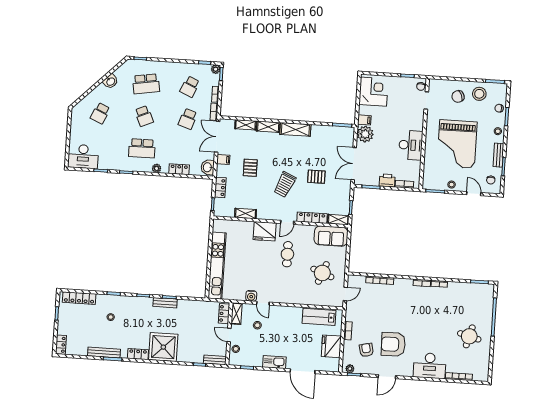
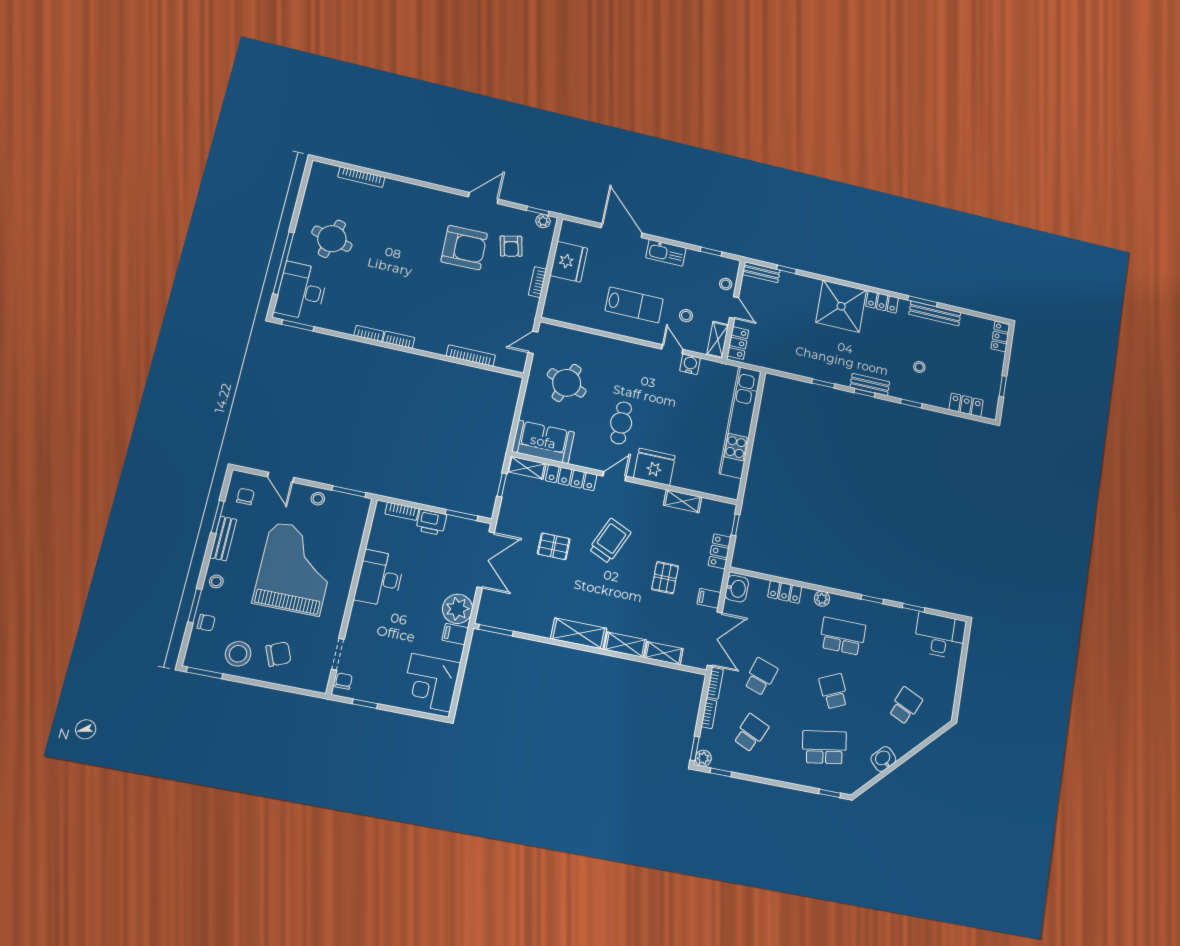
locker: (79, 298) -> (966, 405), width x0.66
bench: (165, 303) -> (870, 385), moved
lab bench: (319, 317) -> (634, 305), moved
desk: (430, 366) -> (301, 291), moved, turned -90

